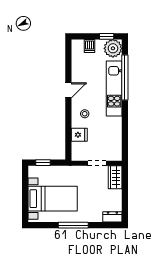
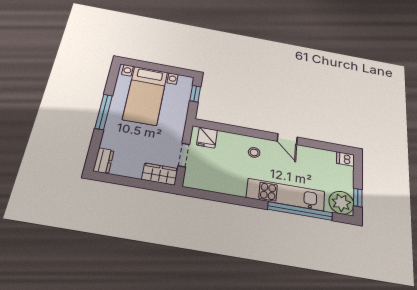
dishwasher: (90, 46) -> (345, 159), moved
fridge: (79, 135) -> (207, 137), moved

